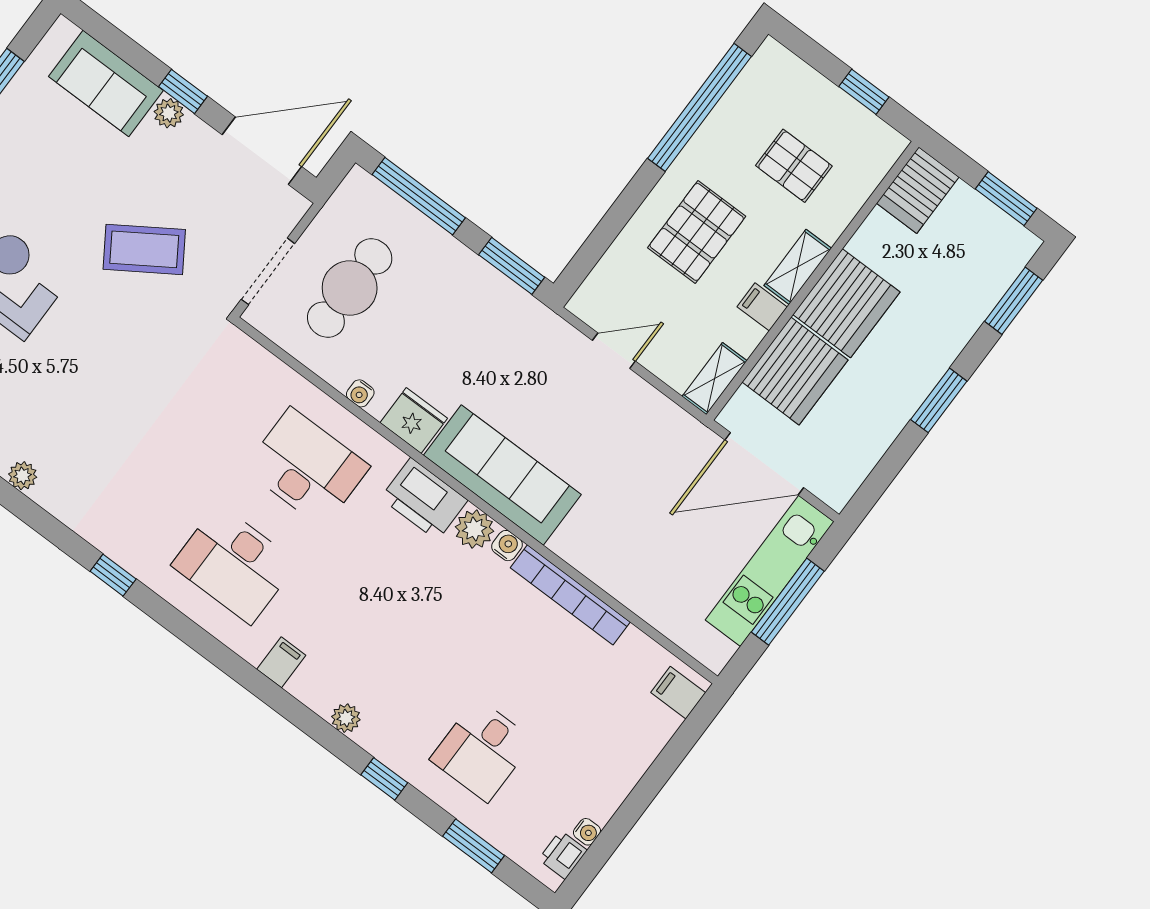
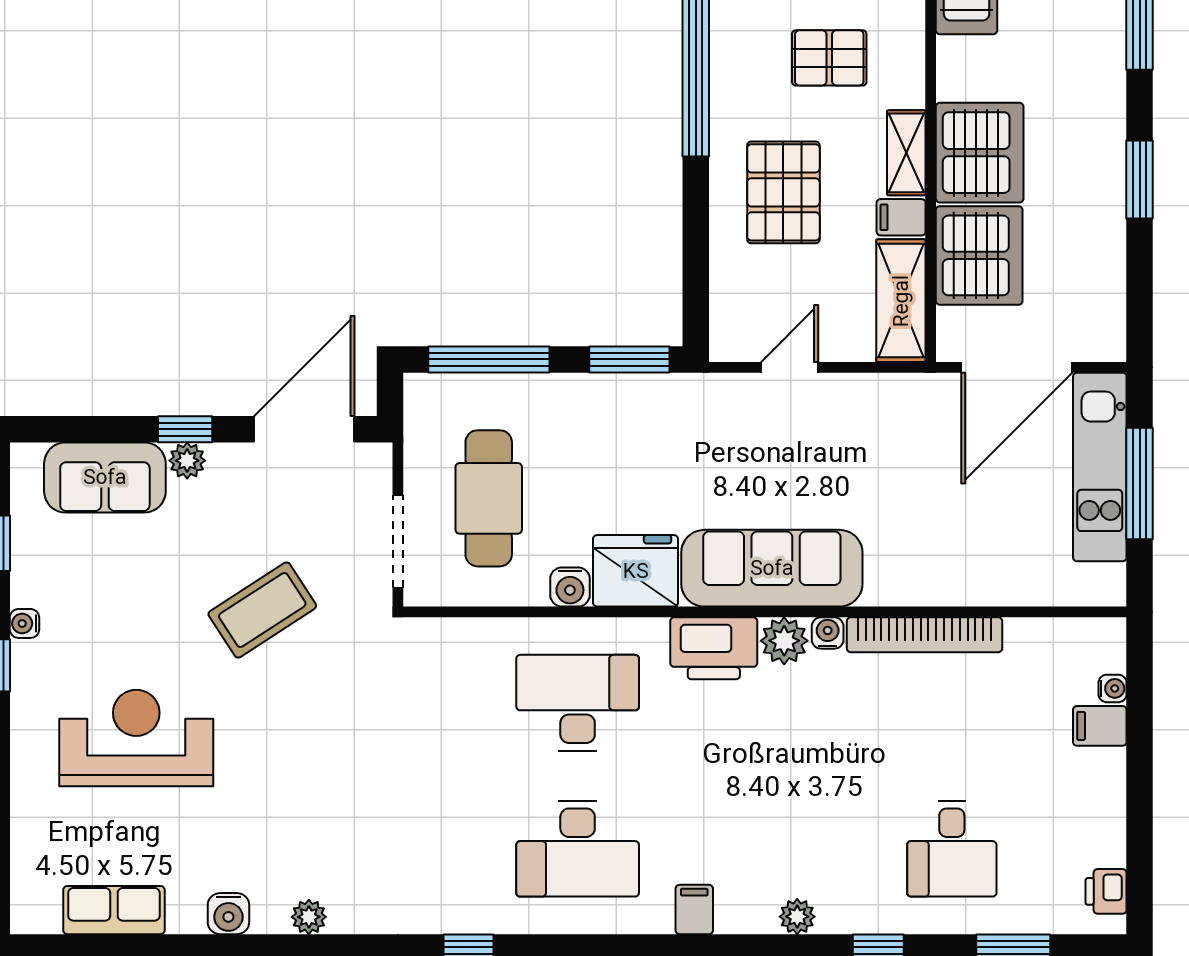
shelving: (715, 379) -> (901, 301), width x1.50, depth x1.33
water cooler: (360, 393) -> (570, 587), width x1.38, depth x1.38
fridge: (414, 421) -> (636, 571), width x1.36, depth x1.34
filing cabinet: (678, 693) -> (1100, 726), moved
water cooler: (587, 832) -> (1113, 688), moved

